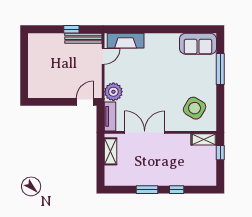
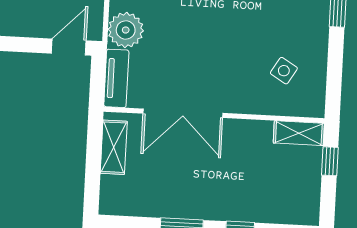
side table: (195, 108) -> (284, 71), width x0.54, depth x0.54
double door: (145, 132) -> (183, 113), swing flipped

